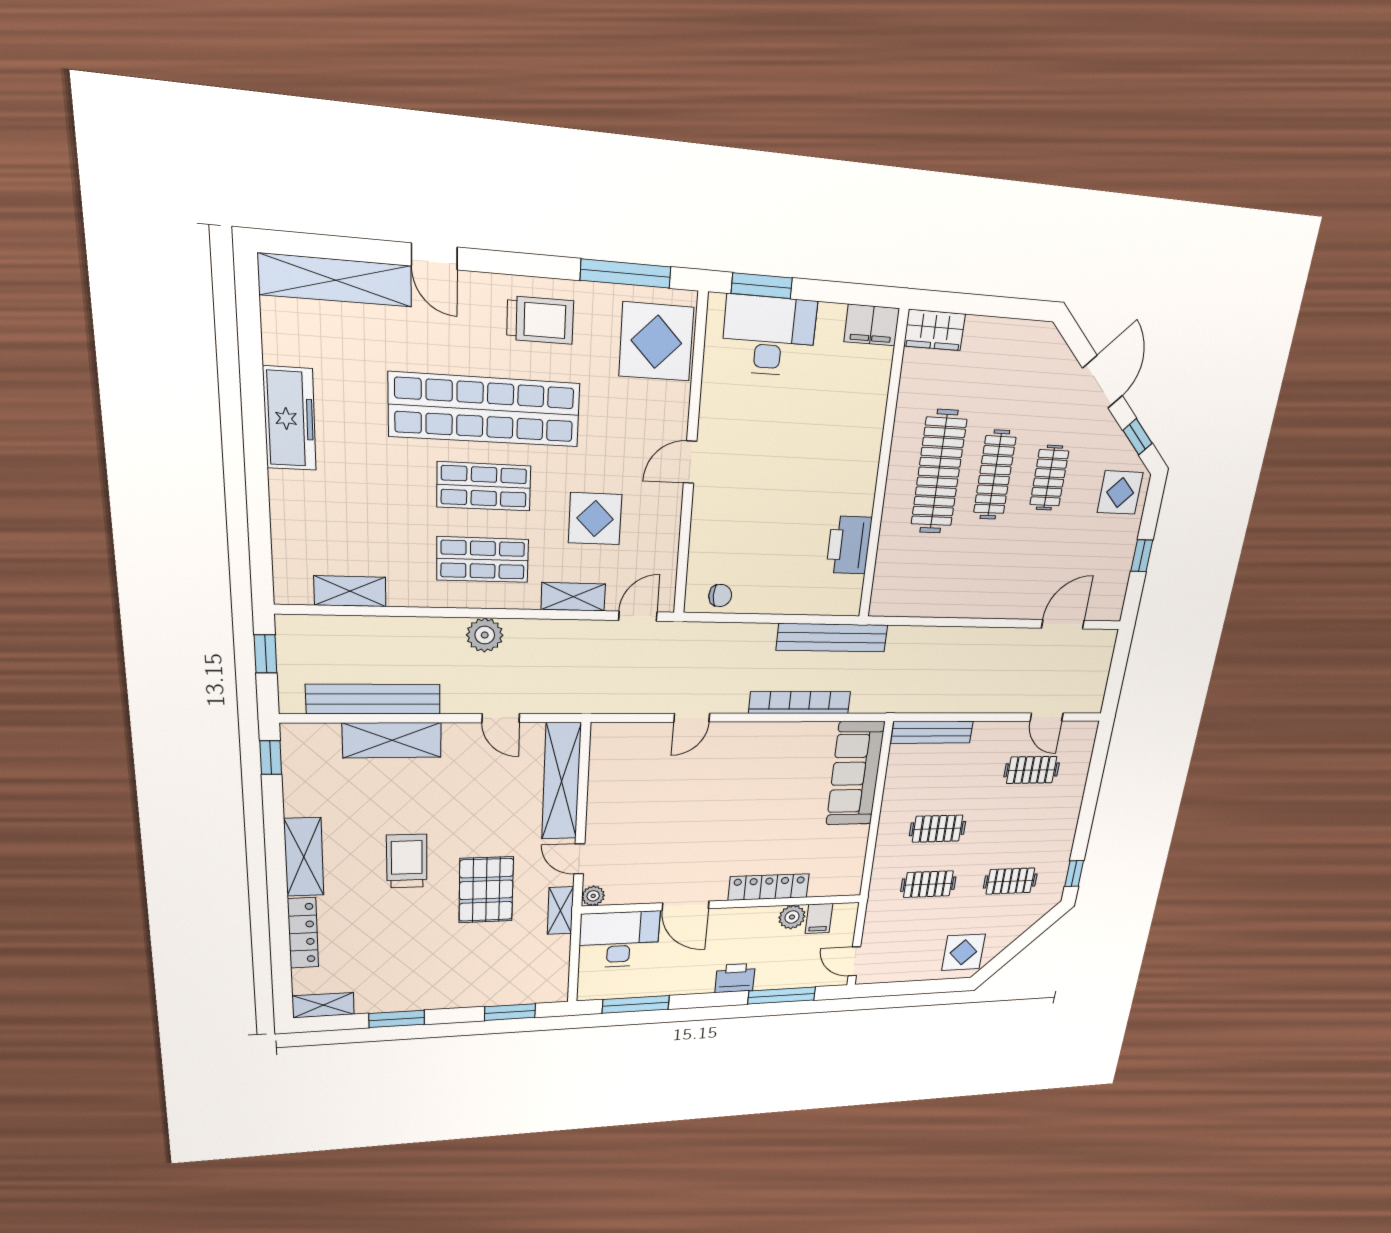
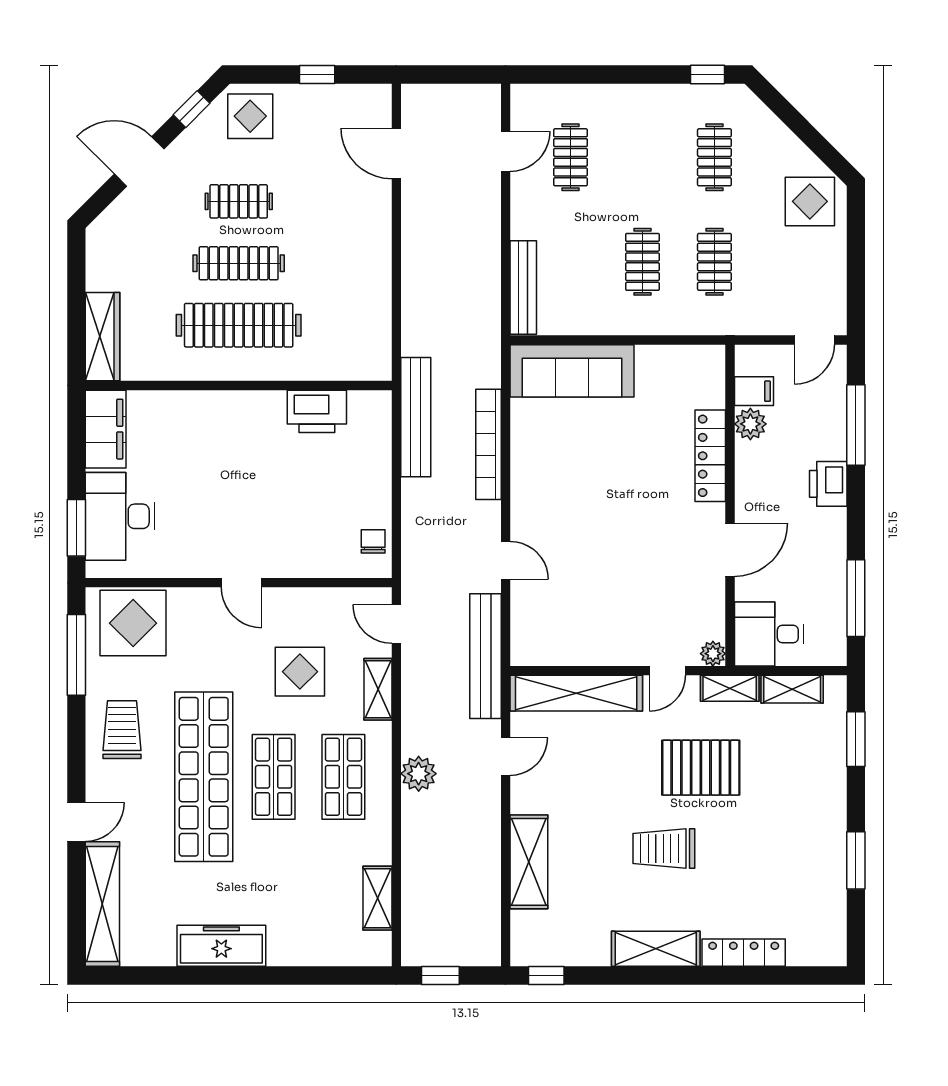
filing cabinet: (872, 325) -> (106, 429), width x1.50, depth x1.17
wardrobe: (935, 330) -> (103, 337), width x1.50
bench: (374, 699) -> (485, 656), moved
desk: (619, 939) -> (769, 634), width x0.73
shelving: (323, 1005) -> (792, 689), moved, turned 90

